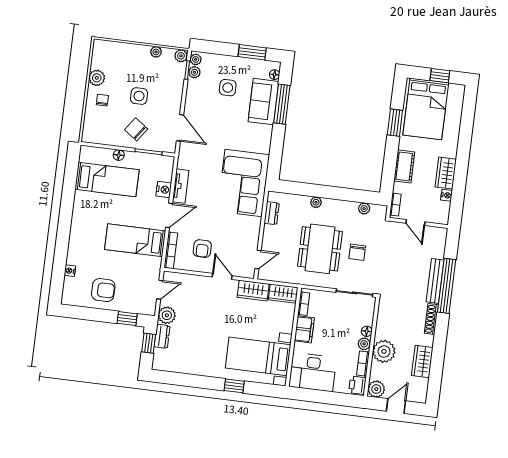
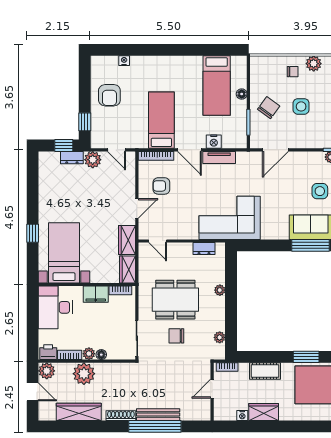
wardrobe: (422, 362) -> (79, 412), width x1.50

